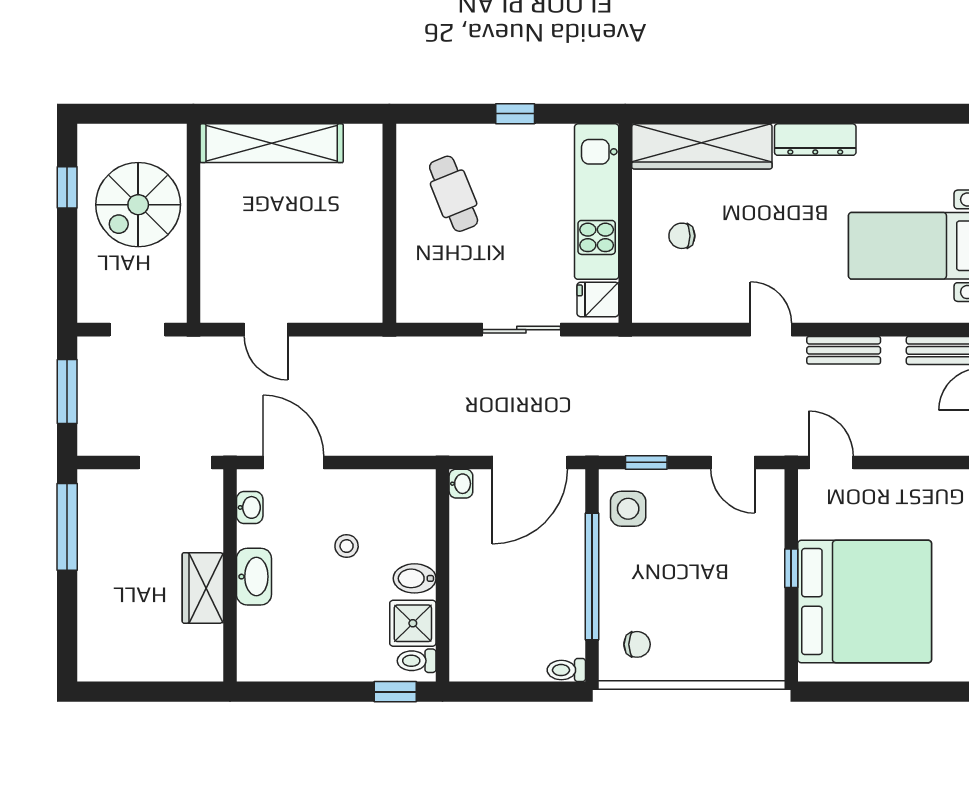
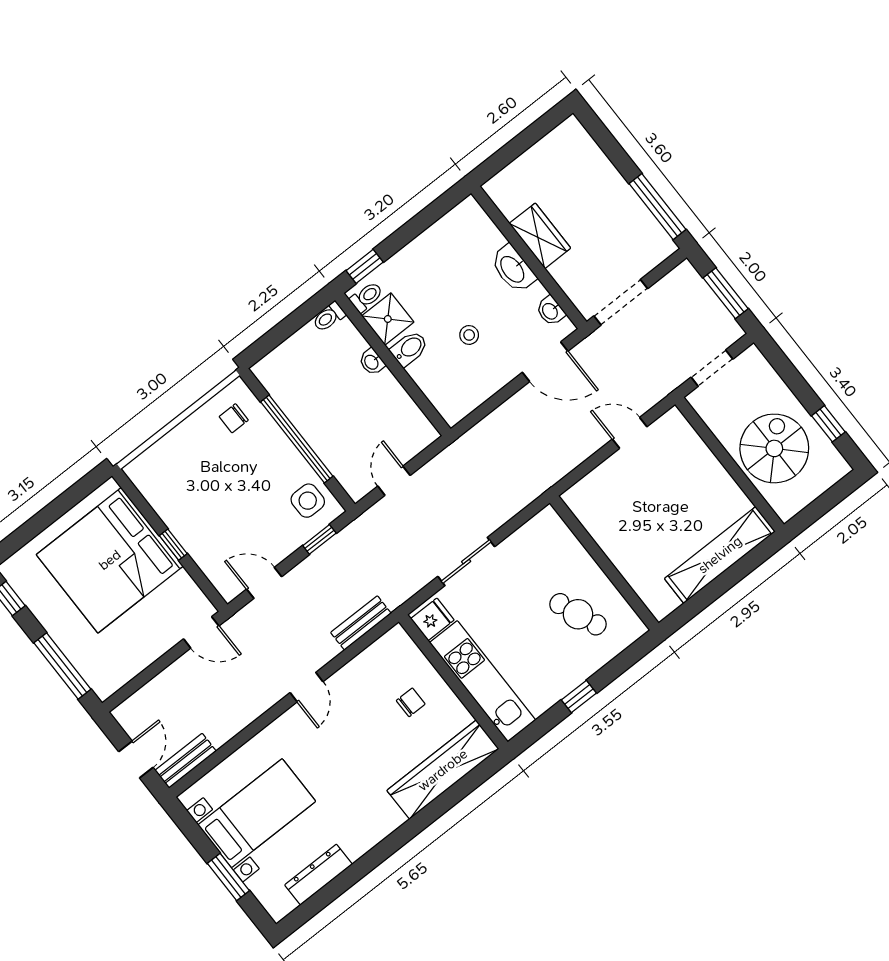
dresser: (815, 140) -> (318, 875), moved
door: (771, 330) -> (306, 687), hinge flipped
bench: (844, 350) -> (361, 623), moved
door: (530, 462) -> (394, 481), width x0.53
washbasin: (461, 484) -> (372, 362), moved
toilet: (566, 670) -> (329, 317), moved, turned 180

